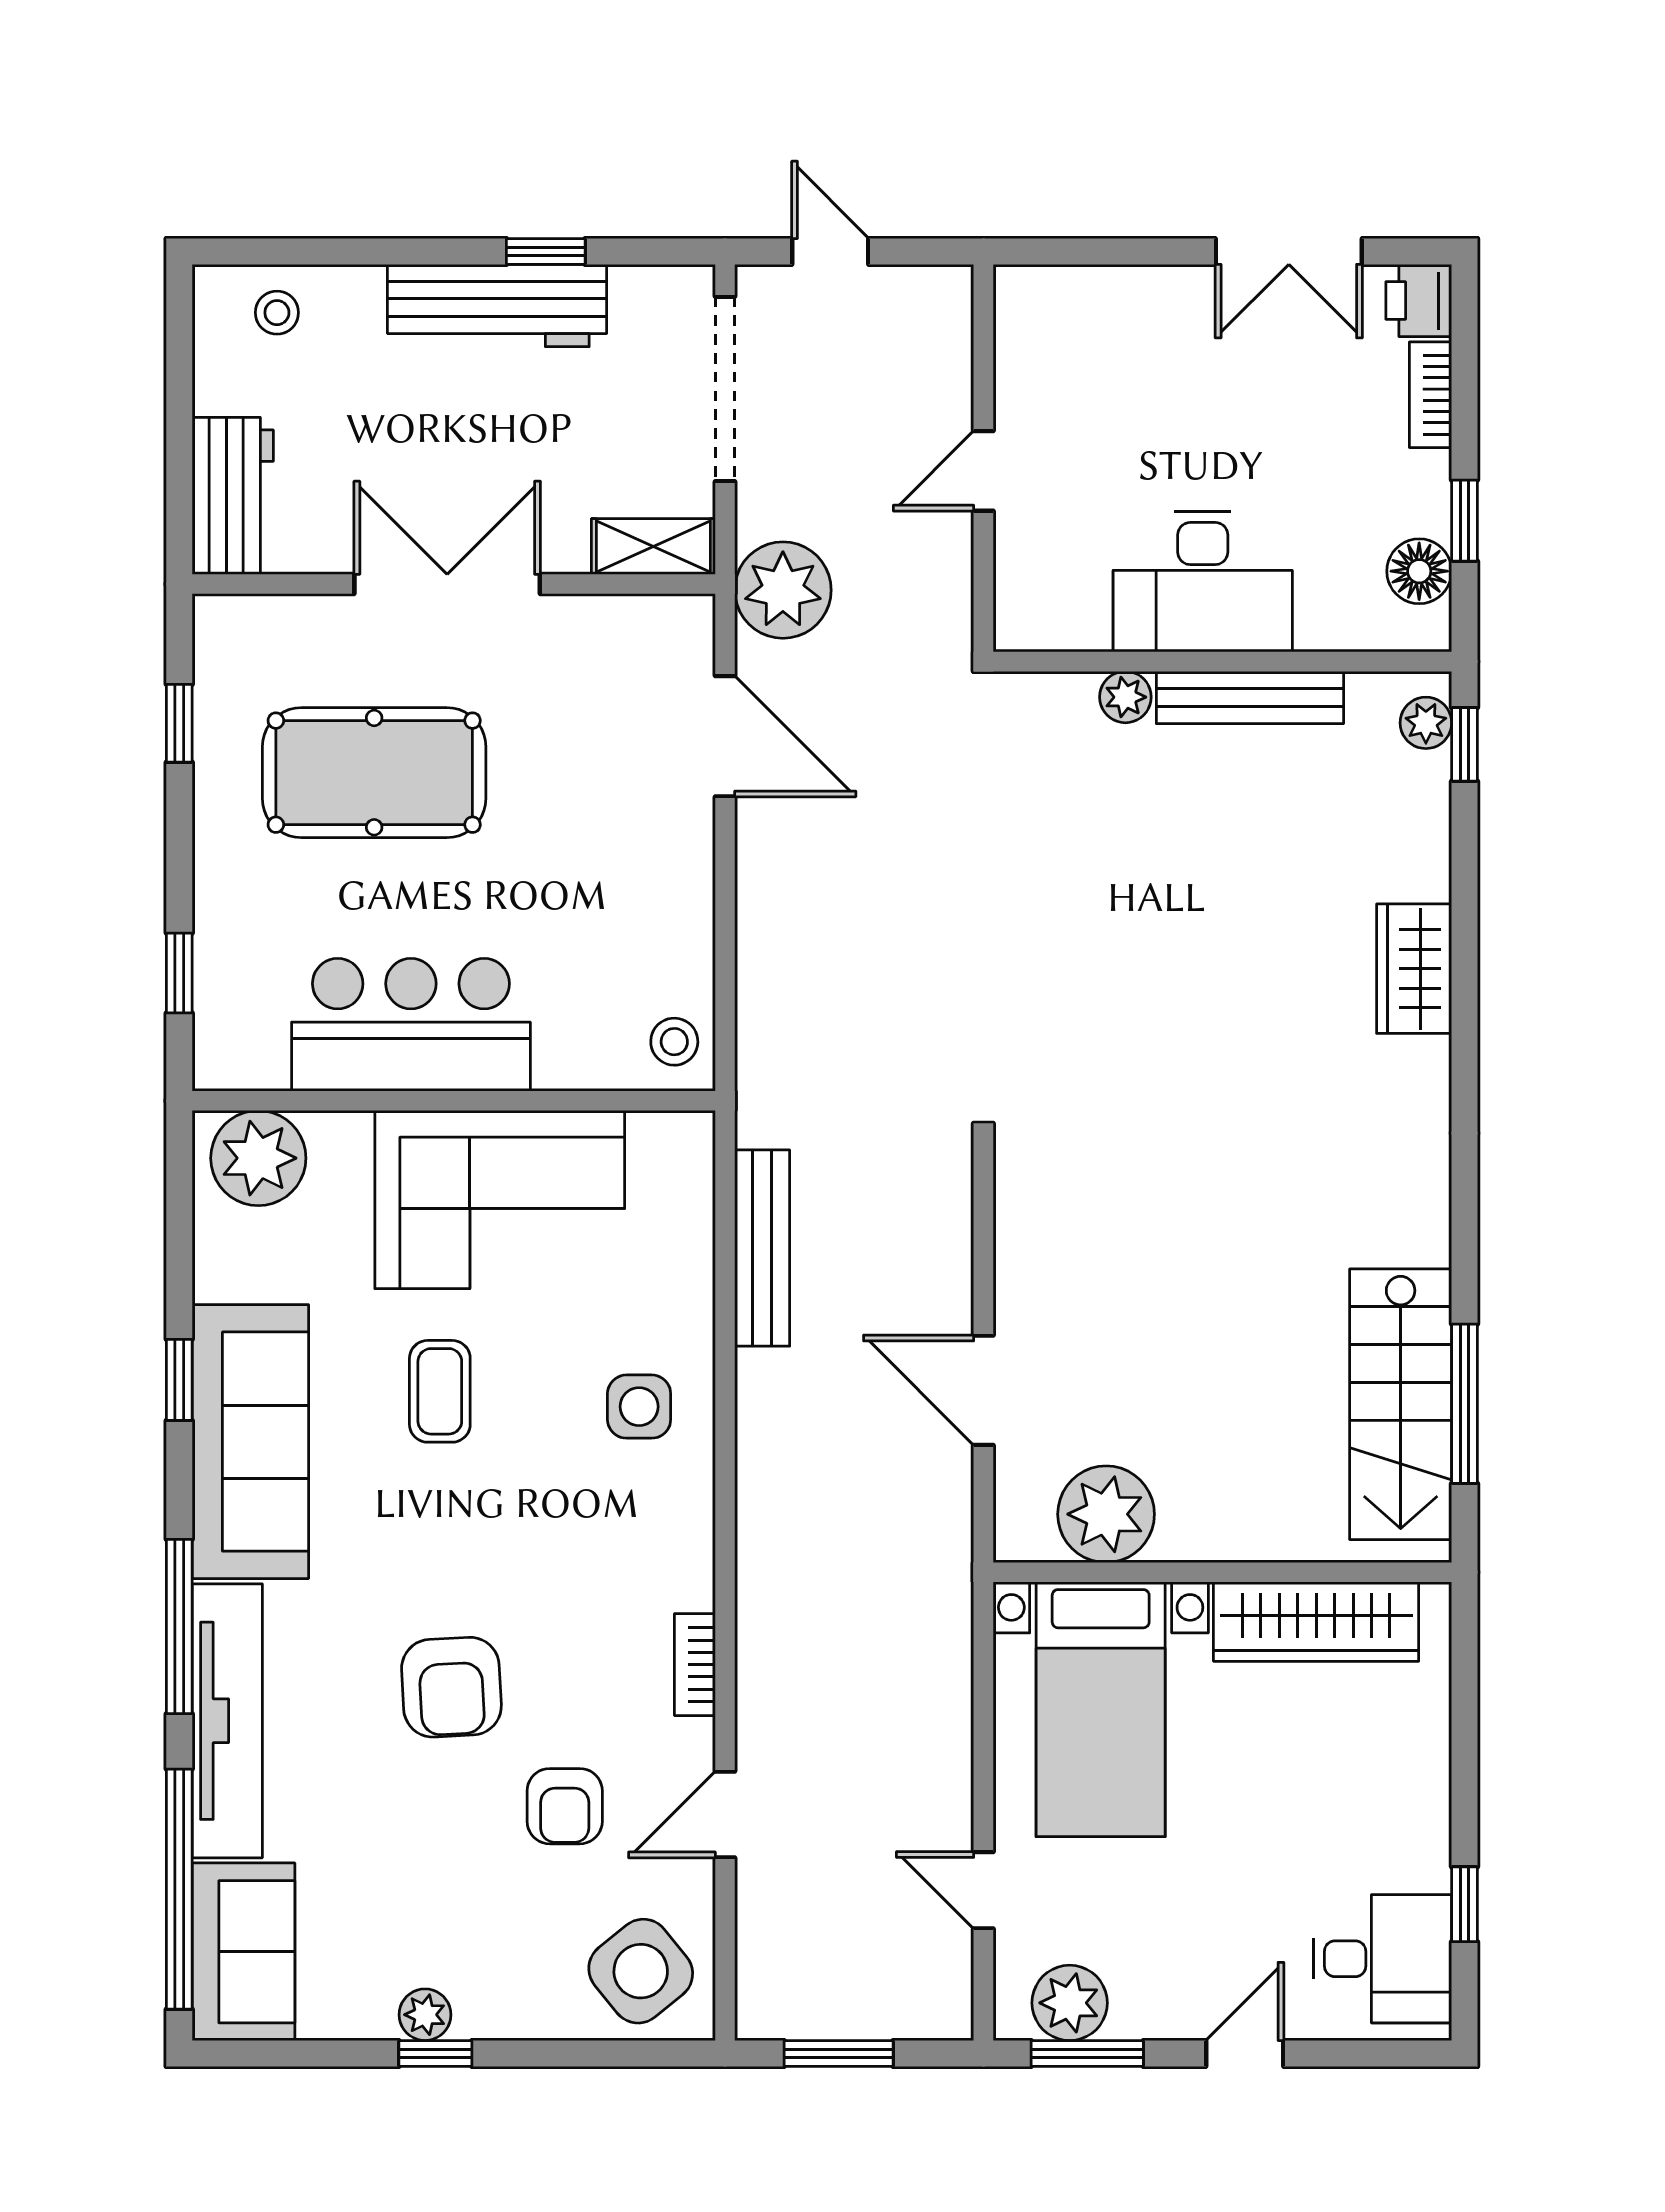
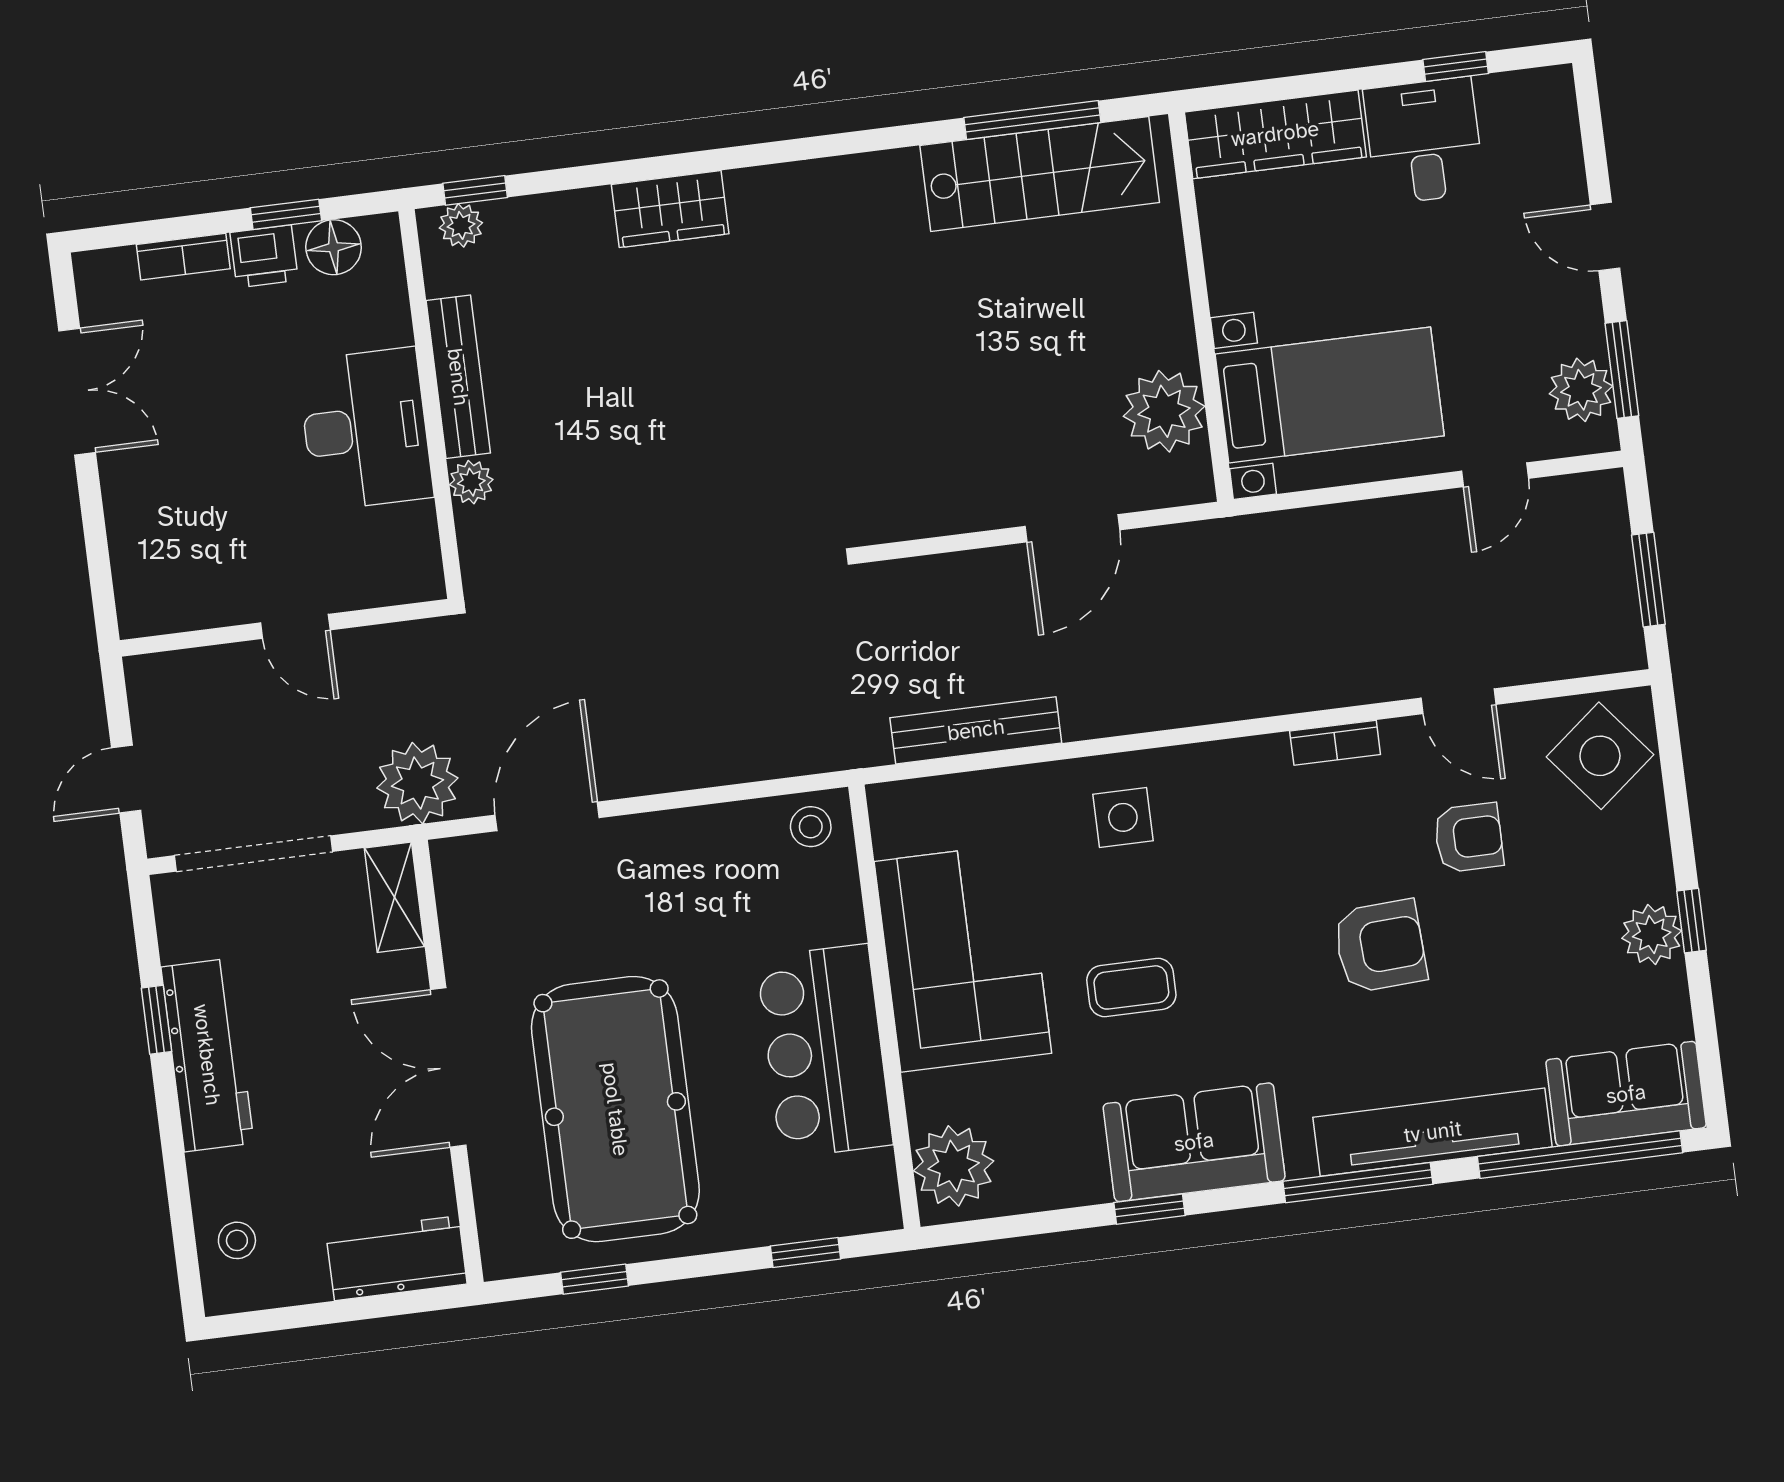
printer: (1419, 301) -> (264, 256), moved
pool table: (374, 773) -> (615, 1109), width x1.36, depth x1.32
sofa: (250, 1442) -> (1194, 1142), width x0.73
wardrobe: (1316, 1622) -> (1275, 134), moved, turned 90
desk: (1382, 1959) -> (1424, 141), moved
plant: (425, 2015) -> (1652, 934), width x1.38, depth x1.38

